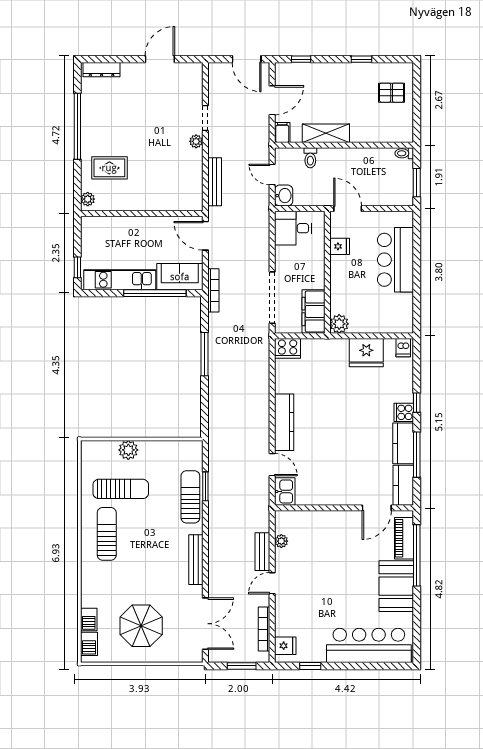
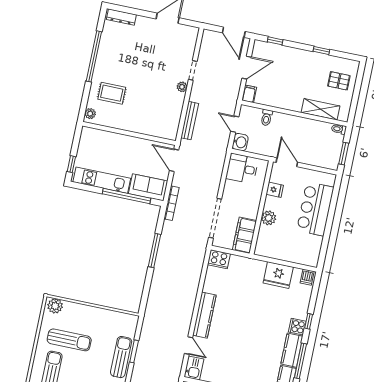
shelving: (326, 133) -> (321, 109), moved
plant: (339, 324) -> (269, 218), moved
plant: (128, 450) -> (55, 306), moved

